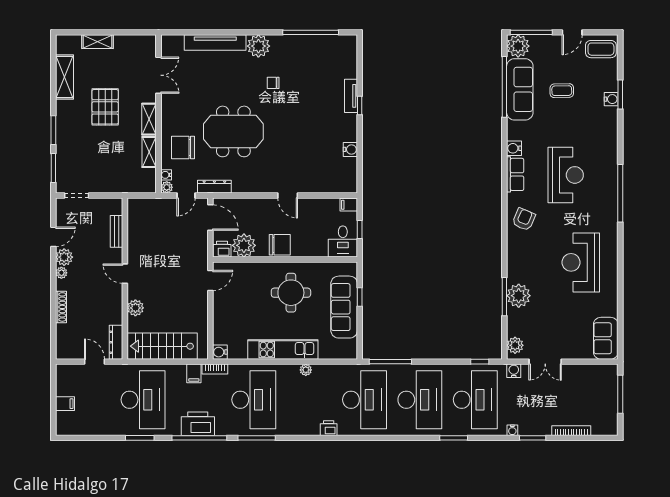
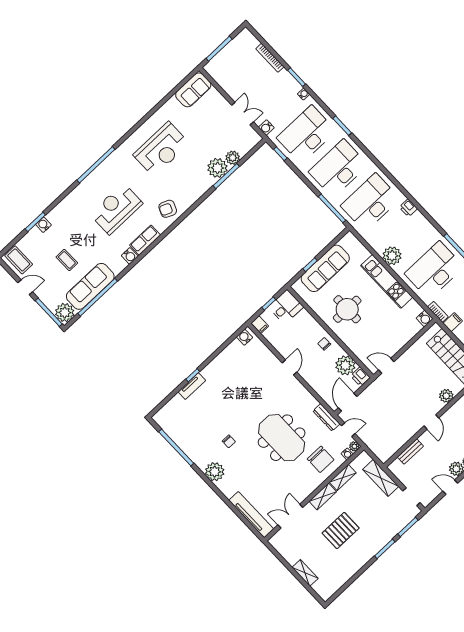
tv unit: (215, 43) -> (251, 515), moved
shelving: (64, 77) -> (381, 478), moved, turned 90
water cooler: (350, 149) -> (245, 337), moved
chair: (280, 245) -> (324, 344), width x0.54, depth x0.54
plant: (515, 345) -> (233, 158), moved
plant: (306, 370) -> (392, 256), width x1.87, depth x1.87

